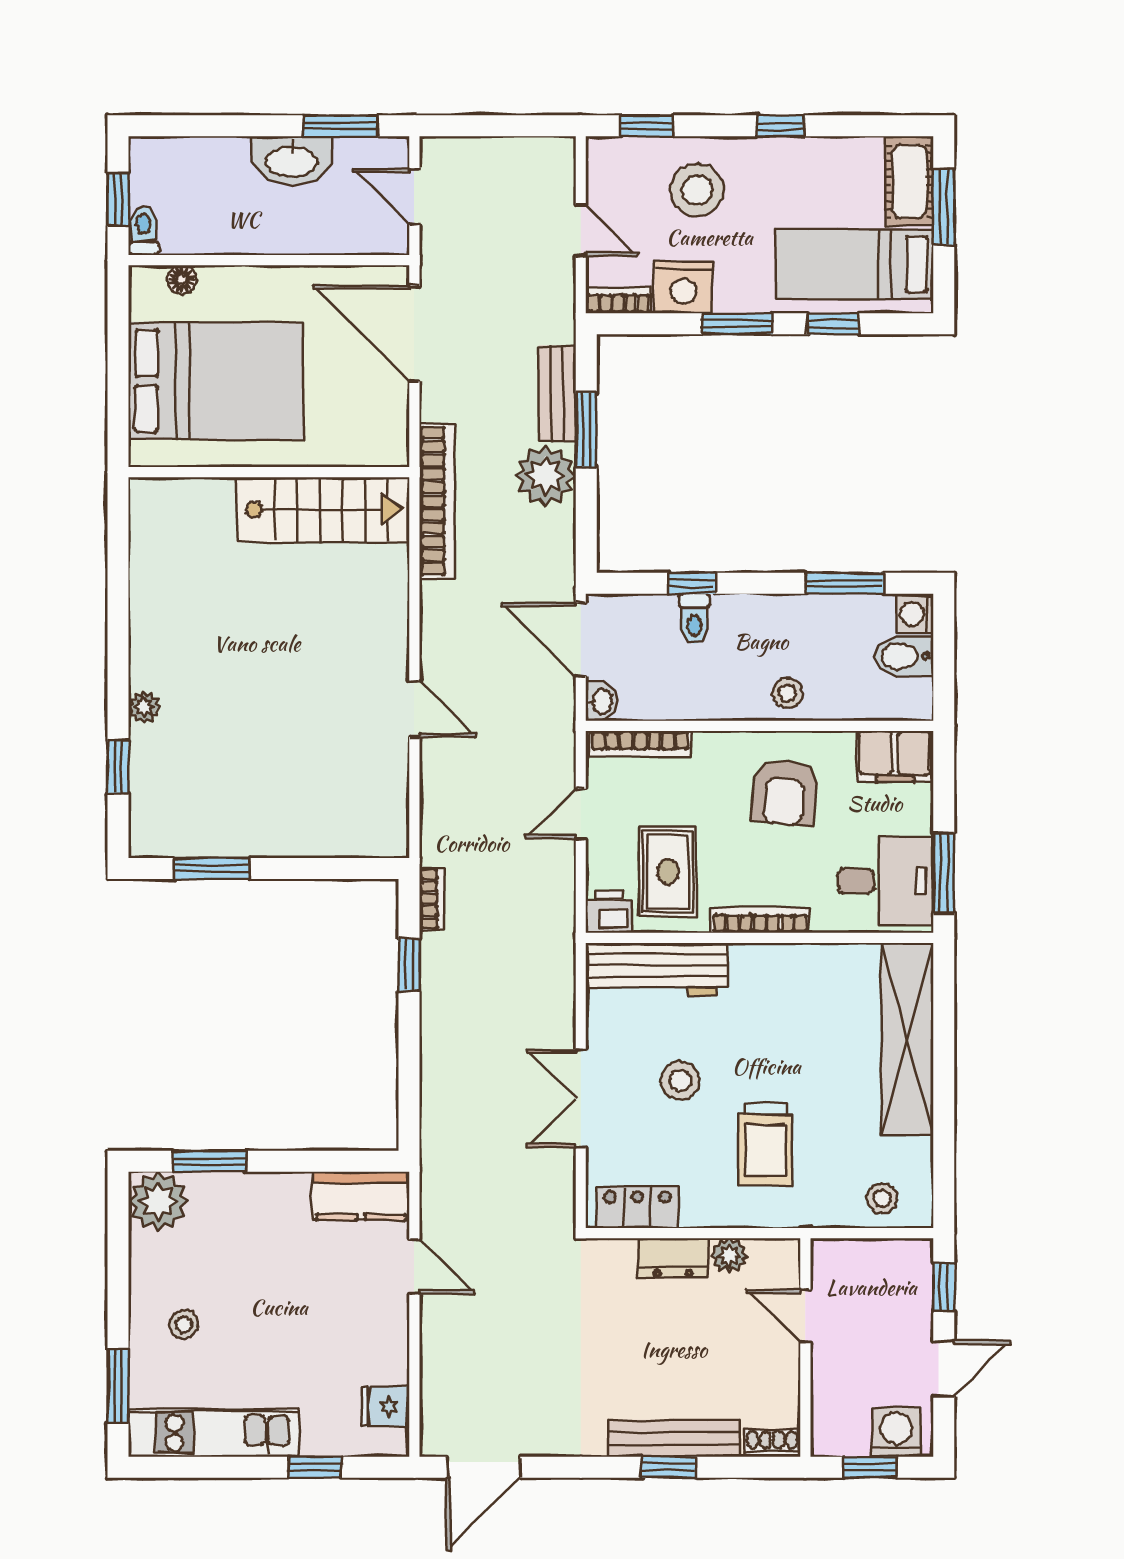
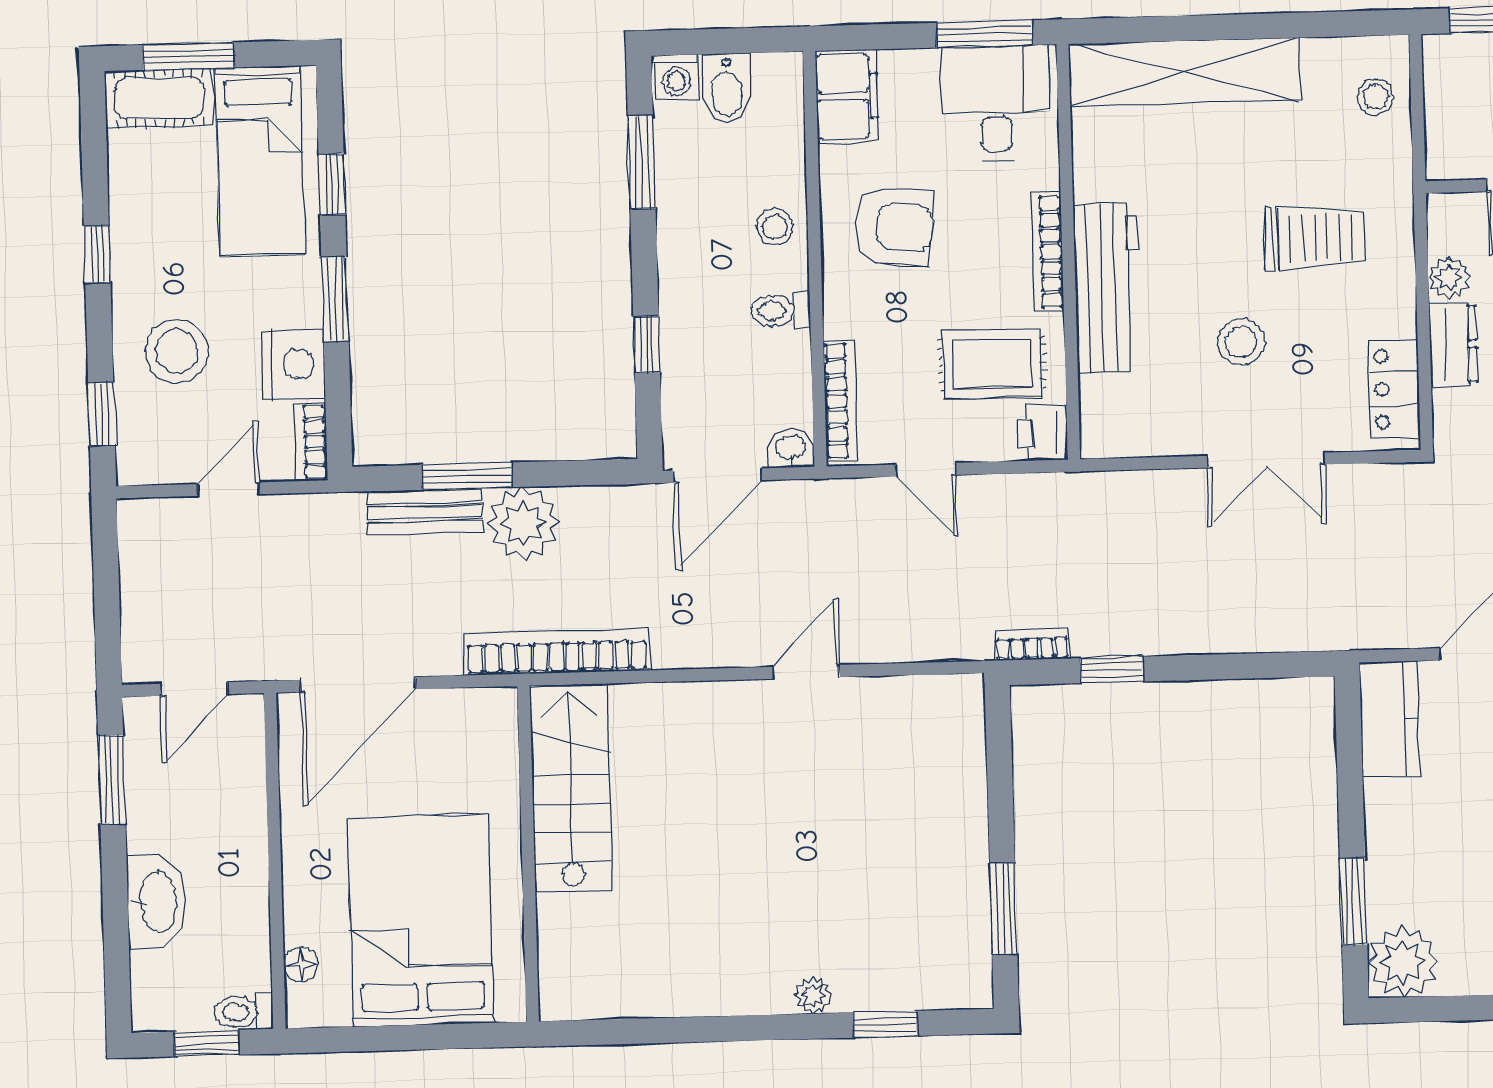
washbasin: (292, 160) -> (157, 902), moved
toilet: (695, 619) -> (780, 311), moved, turned 180
workbench: (656, 969) -> (1107, 288), moved

